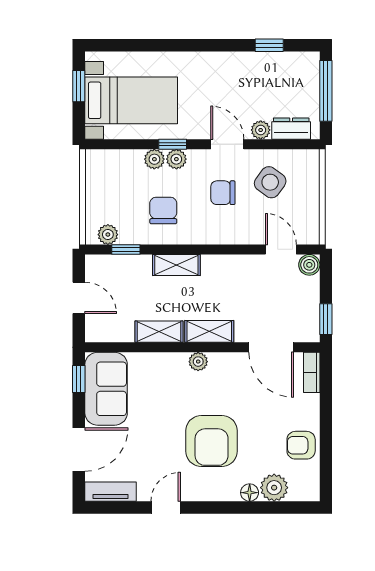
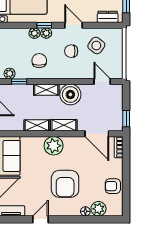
plant: (261, 130) -> (91, 18), removed
boiler: (309, 265) -> (70, 95), moved, width x1.86, depth x1.86
plant: (198, 362) -> (54, 146), width x1.88, depth x1.88

